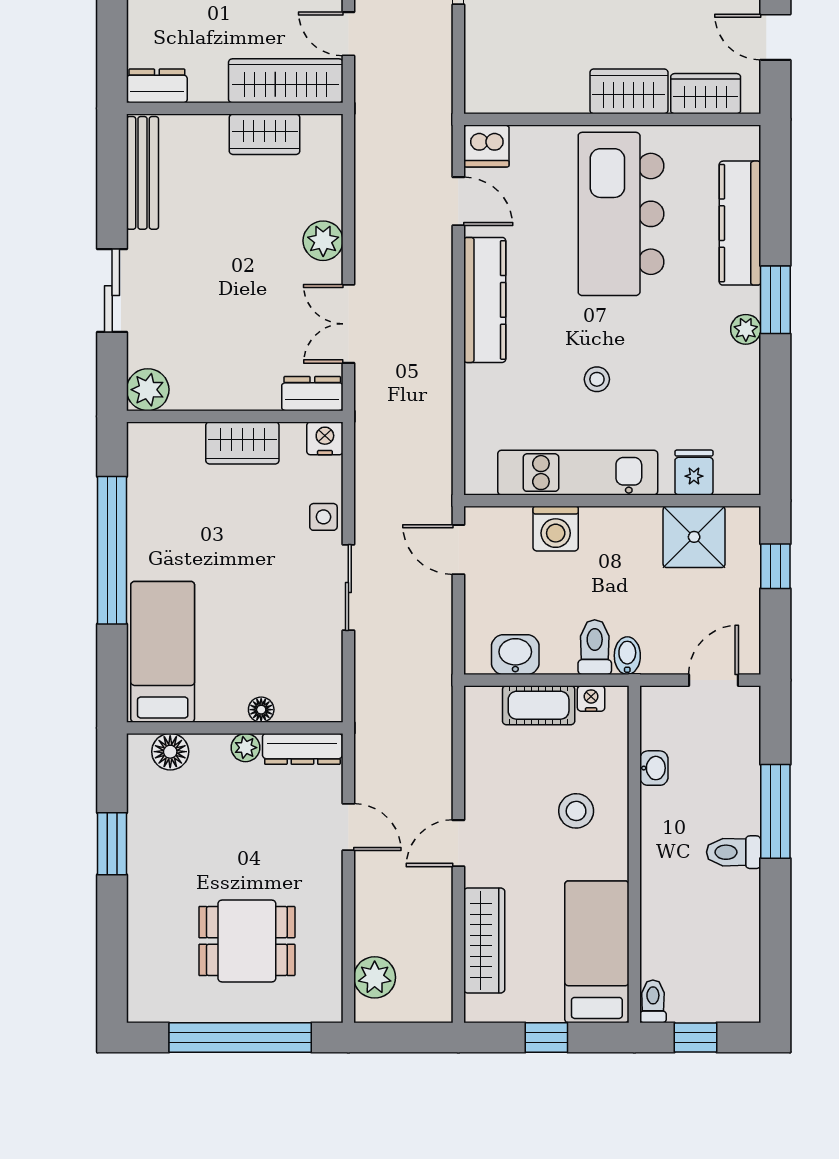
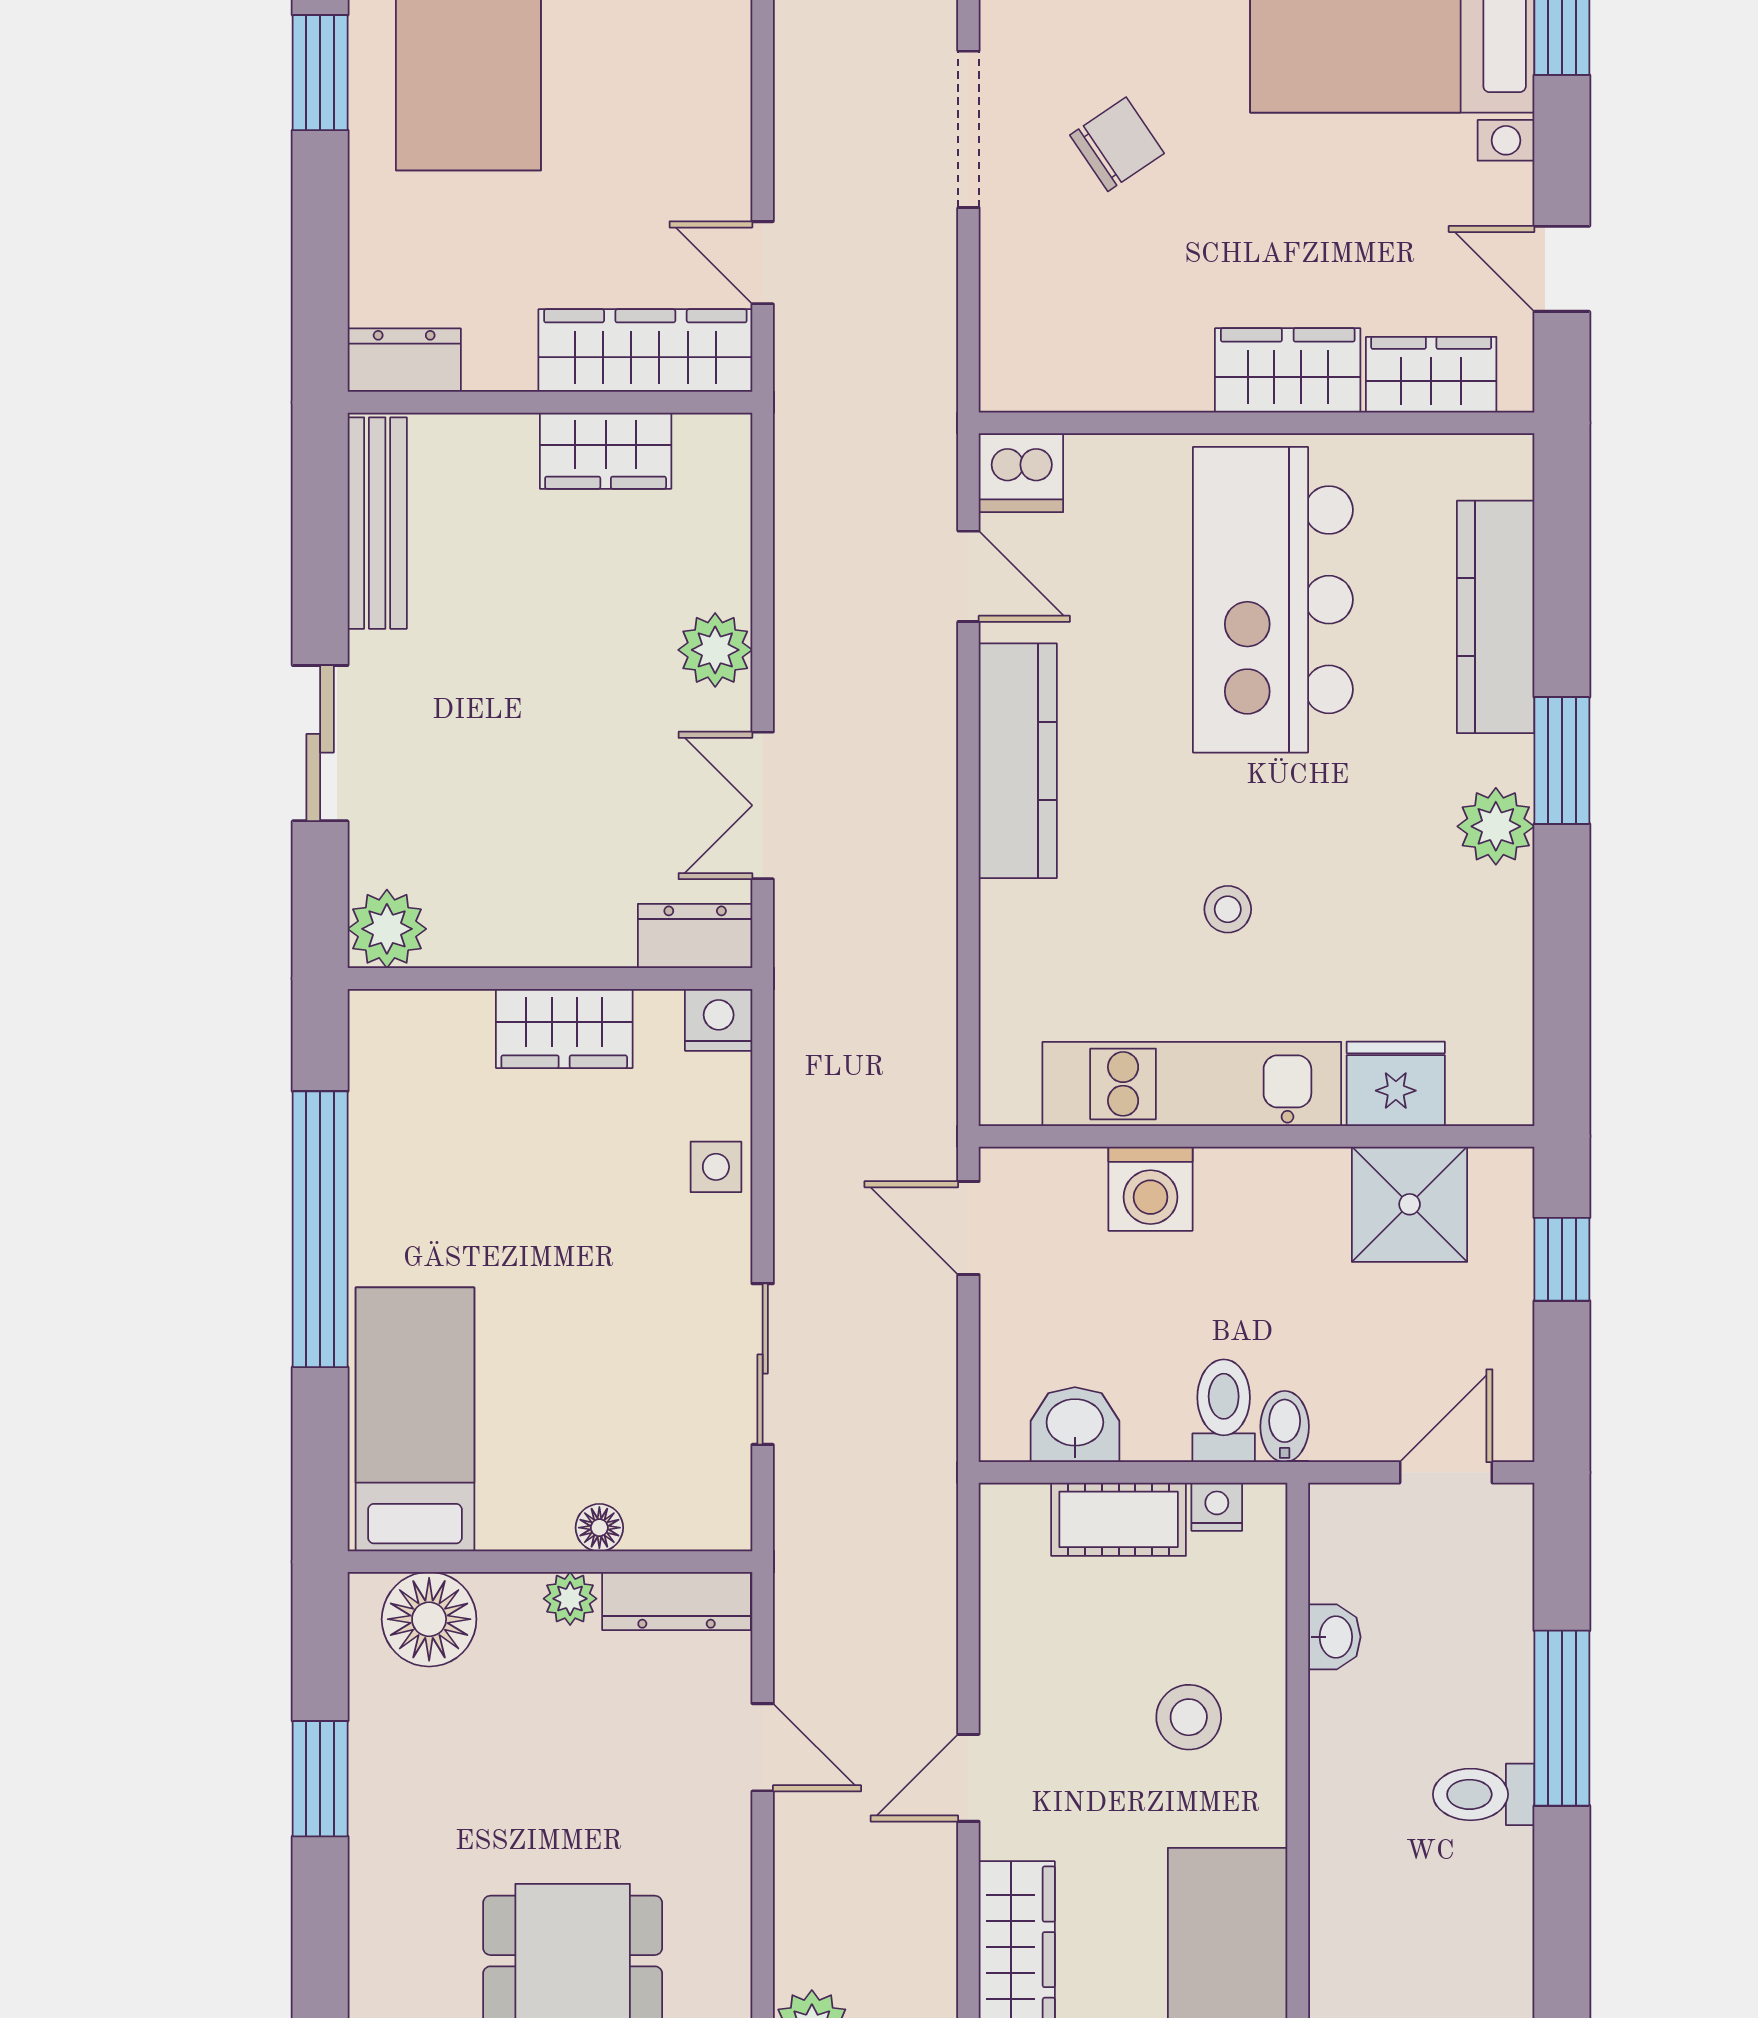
plant: (746, 329) -> (1496, 826), width x1.38, depth x1.38
fridge: (694, 473) -> (1396, 1084), width x1.38
sliding door: (348, 588) -> (763, 1364), moved
floor lamp: (170, 752) -> (429, 1619), width x1.38, depth x1.38

